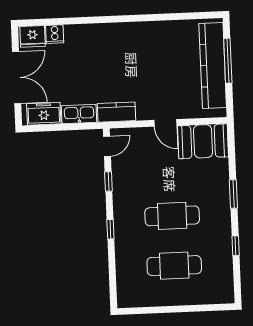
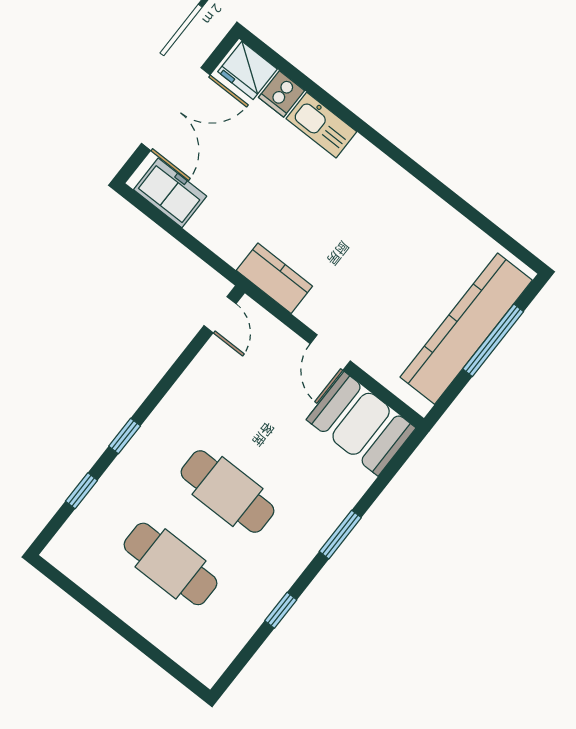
kitchen sink: (79, 114) -> (321, 125), moved, turned 180
door: (107, 146) -> (220, 315), hinge flipped
window: (108, 181) -> (81, 491), moved

